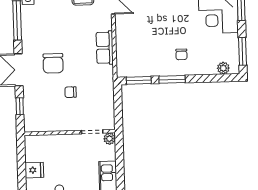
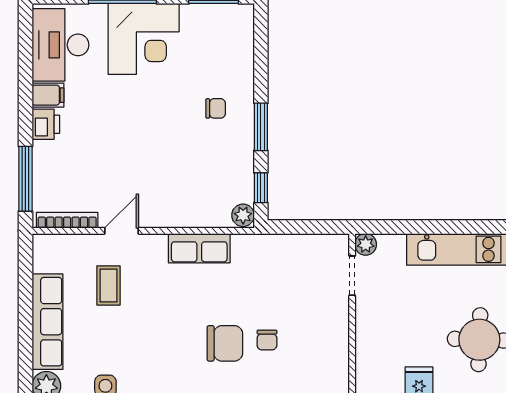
plant: (223, 68) -> (243, 215), moved
window: (139, 80) -> (261, 188), width x0.67
chair: (71, 92) -> (267, 340), moved

